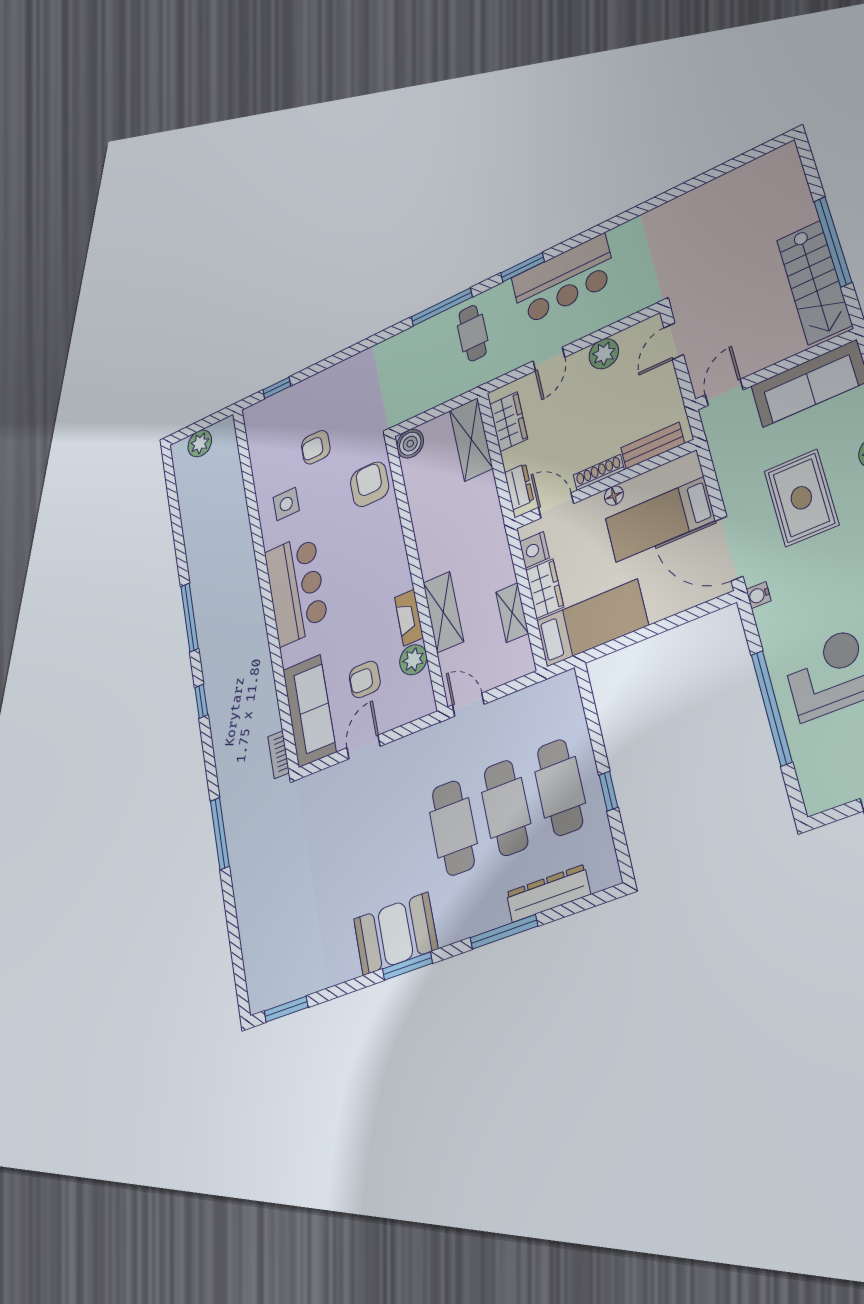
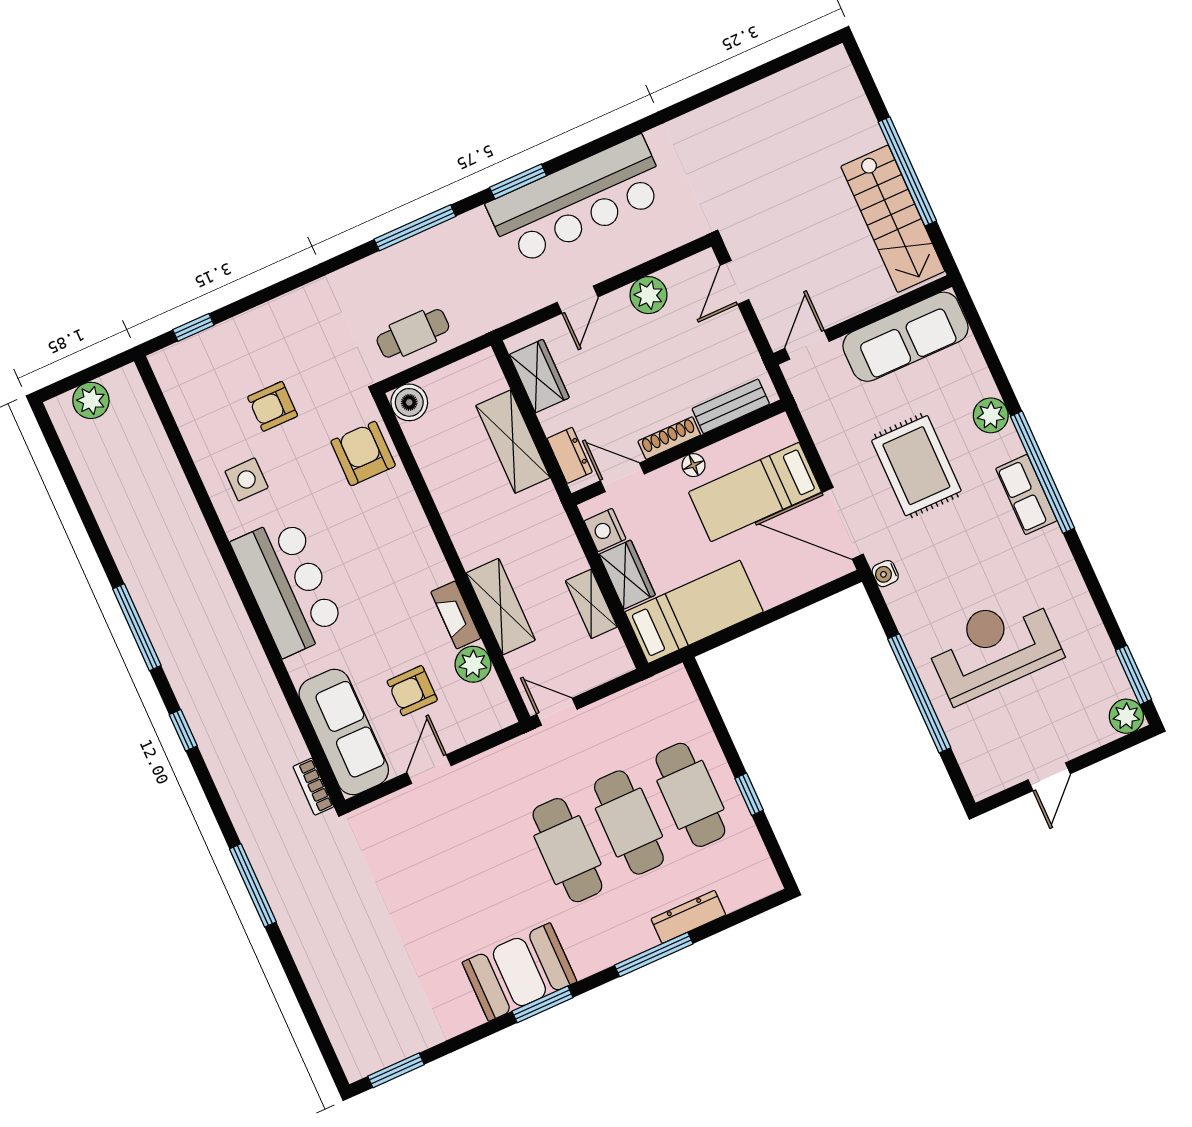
bar counter: (564, 280) -> (577, 200), width x1.36
cafe table: (473, 333) -> (413, 333), moved, turned 90
shelving: (471, 439) -> (513, 442), moved
dresser: (548, 893) -> (688, 917), width x0.73, depth x0.80

